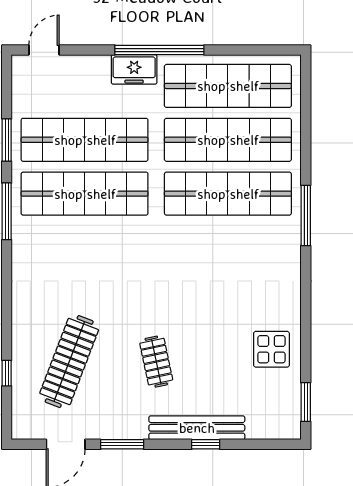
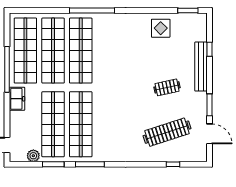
window: (159, 50) -> (7, 69), moved
plant: (23, 101) -> (33, 156), added
window: (306, 215) -> (92, 11), width x1.46
clothes rail: (69, 362) -> (167, 132), turned -39
window: (206, 444) -> (210, 49), moved

